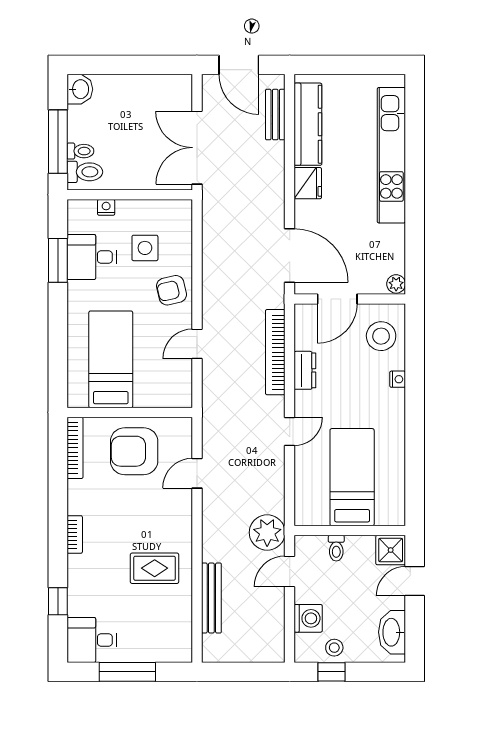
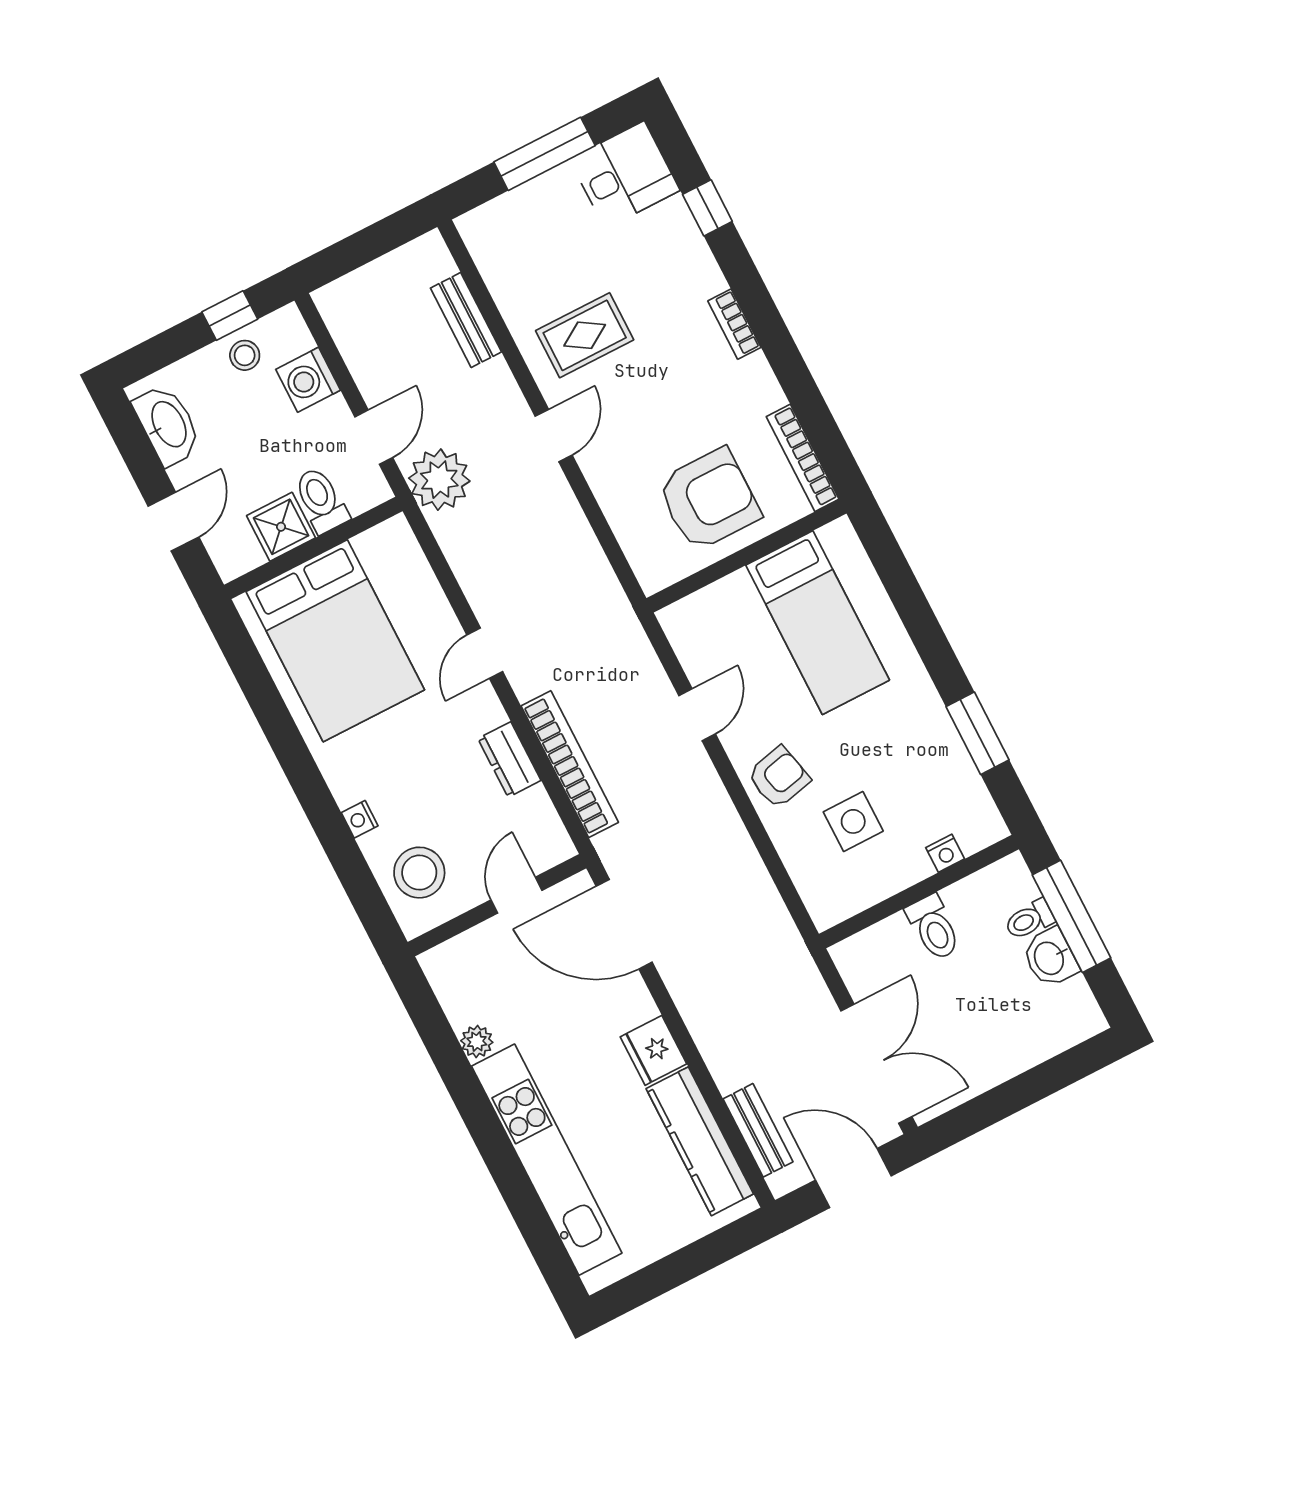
washbasin: (80, 89) -> (1050, 958), moved
double door: (197, 148) -> (876, 1064), moved
toilet: (85, 172) -> (934, 927), moved, turned -90
desk: (92, 257) -> (928, 765), removed
plant: (396, 284) -> (477, 1041), moved
door: (337, 299) -> (516, 895), width x0.73
door: (197, 473) -> (554, 436), moved
bed: (352, 477) -> (335, 641), width x1.50
toilet: (336, 548) -> (321, 500), width x1.37, depth x1.39
shower: (391, 550) -> (281, 527), moved
bench: (211, 598) -> (466, 320), width x0.73

